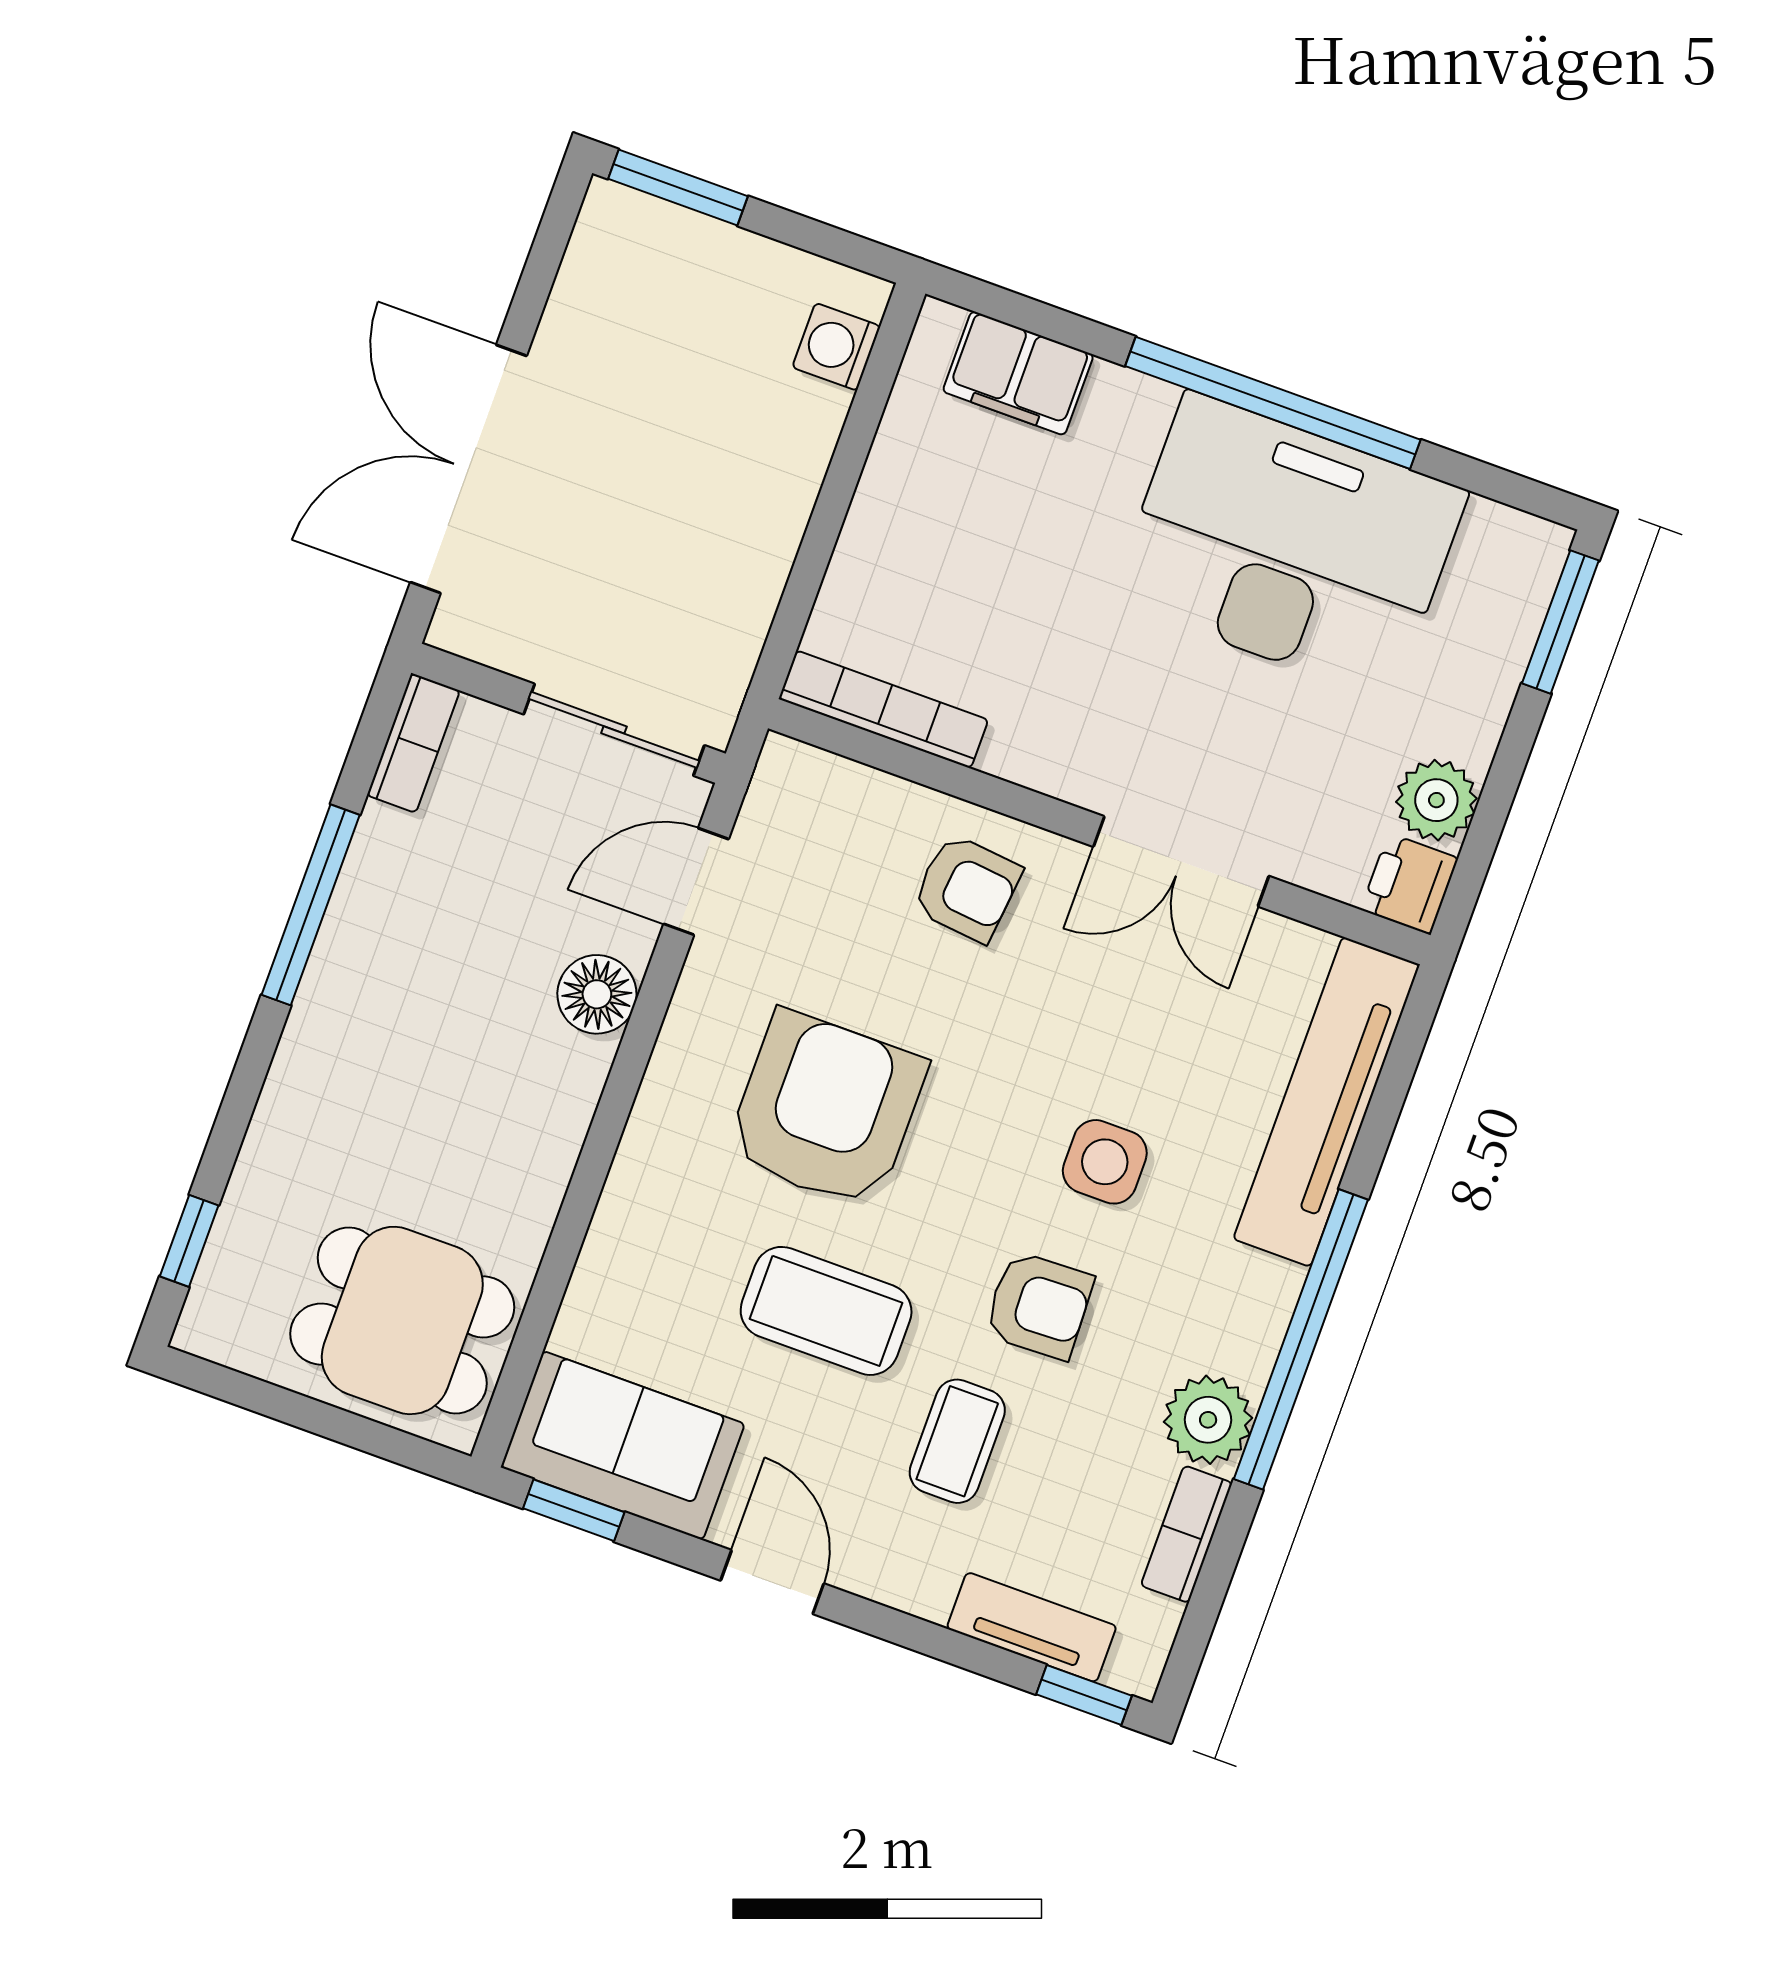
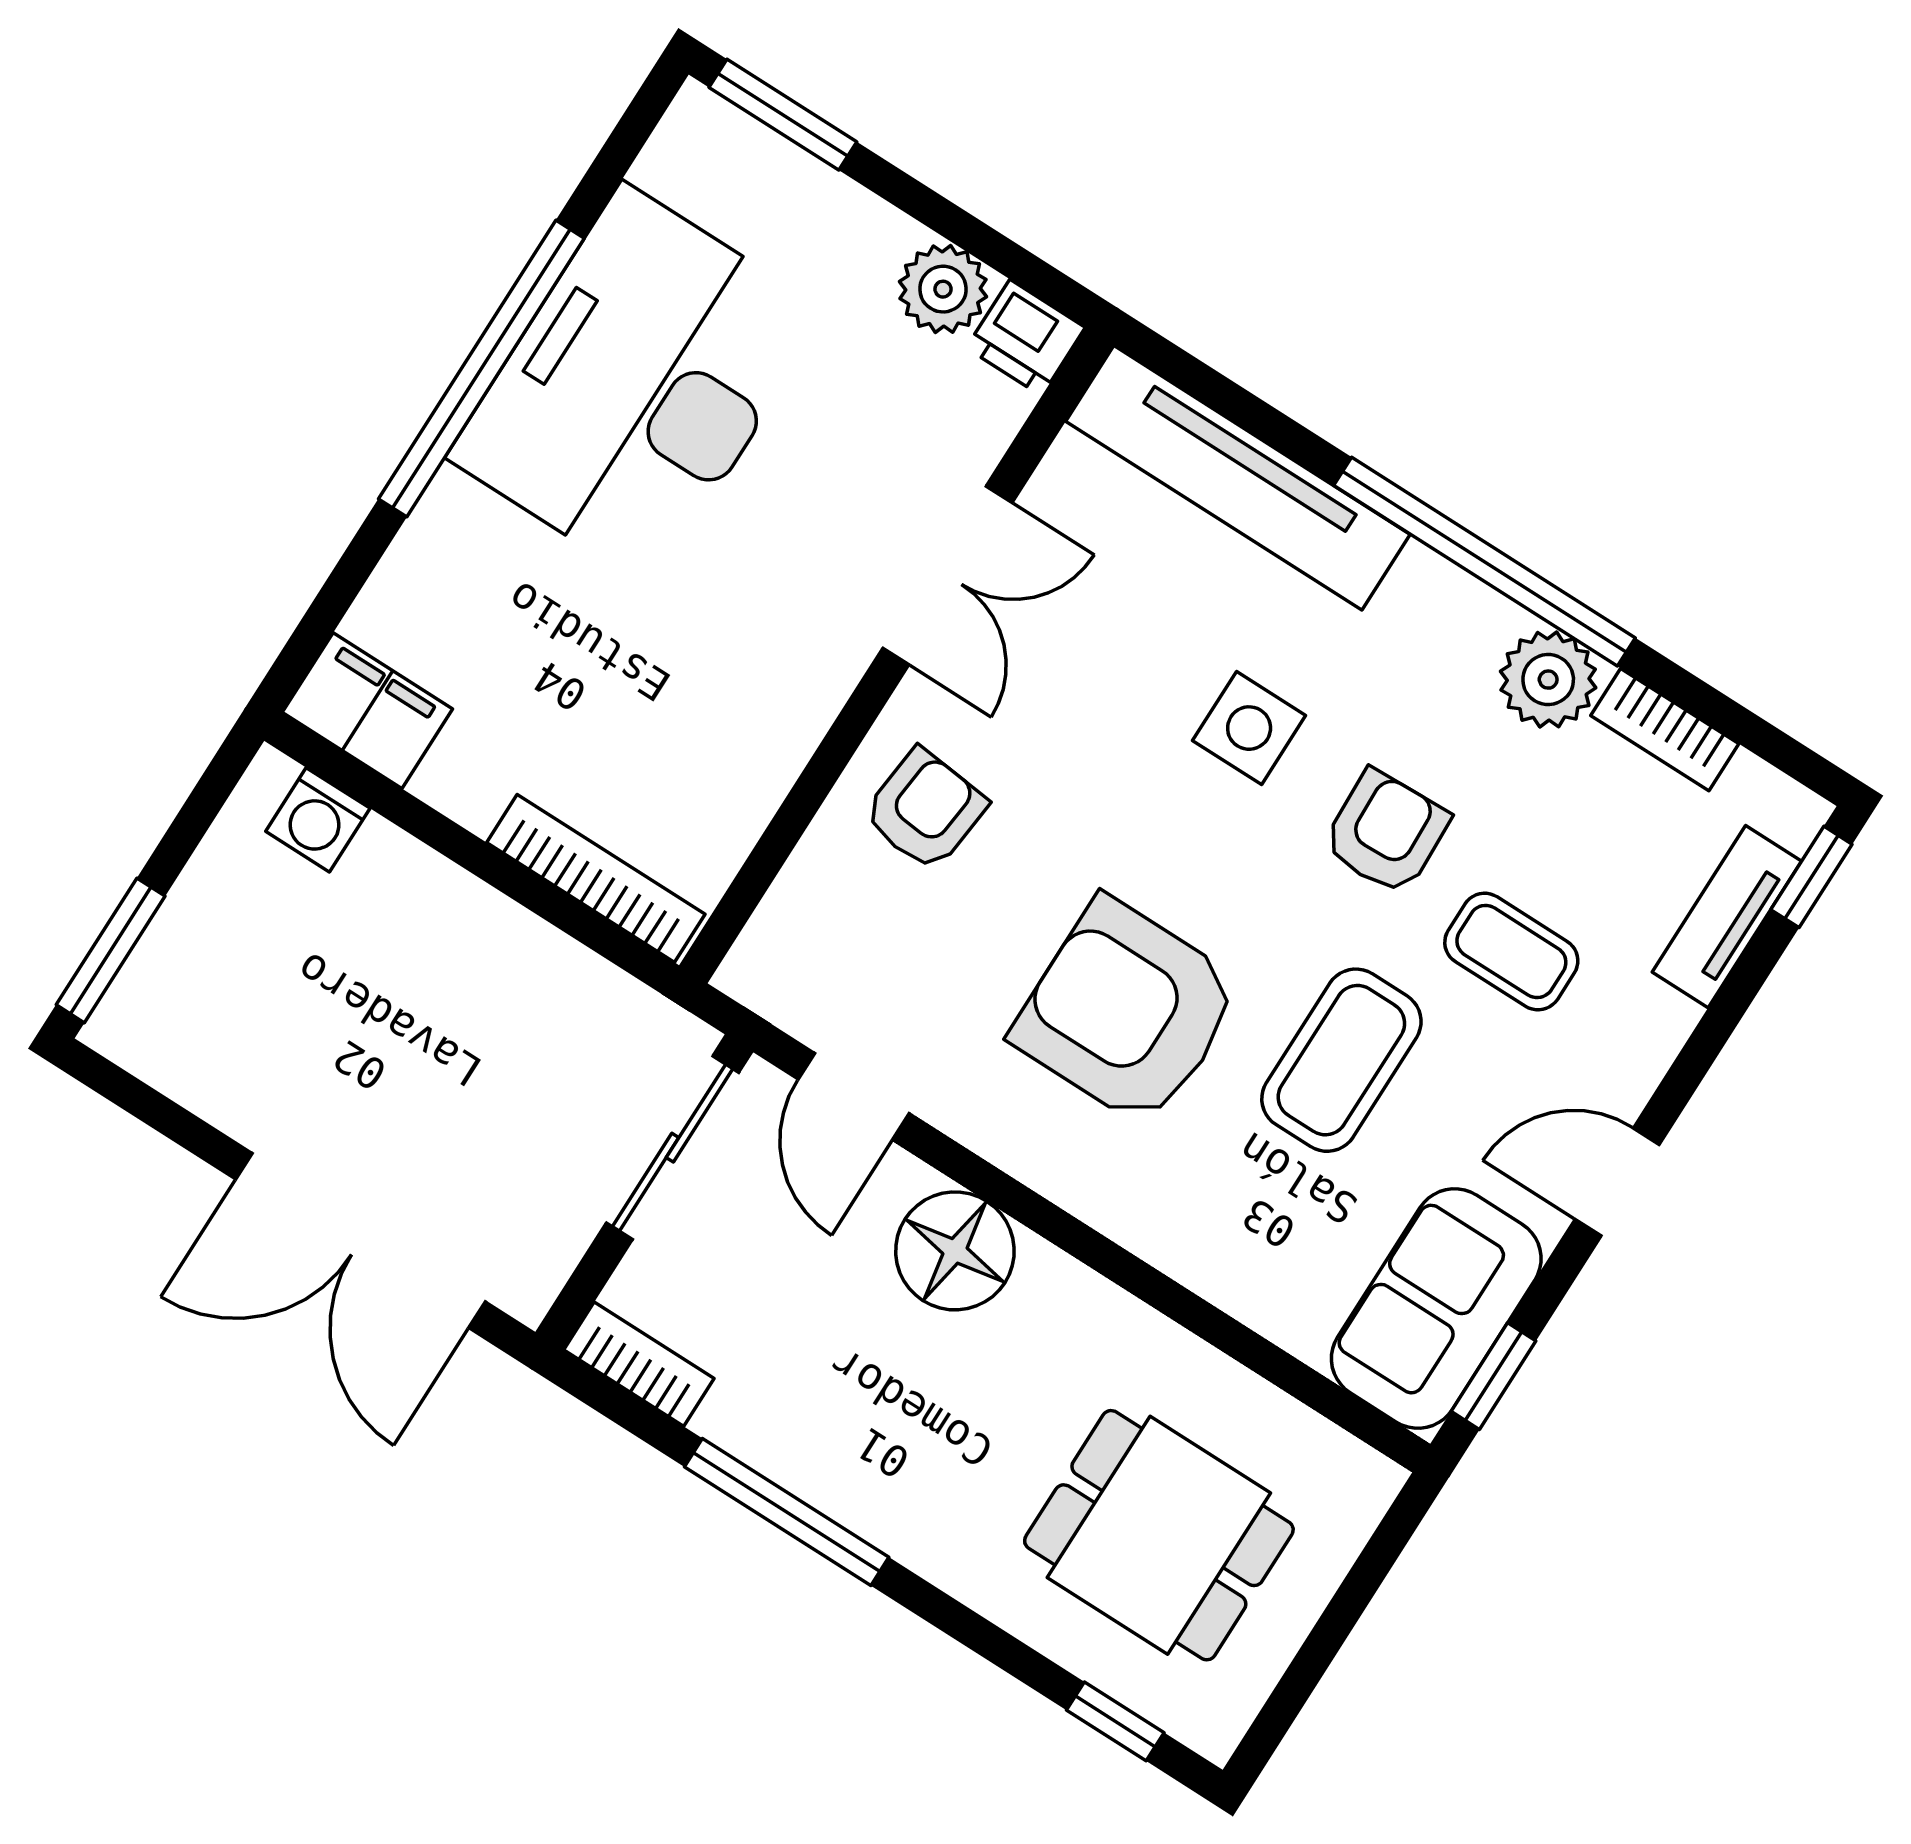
filing cabinet: (1018, 373) -> (367, 711), moved, turned -90
bookcase: (883, 709) -> (596, 878), moved, turned 90
floor lamp: (597, 994) -> (955, 1251), width x1.38, depth x1.38
dining table: (402, 1320) -> (1159, 1535), moved, turned 90

